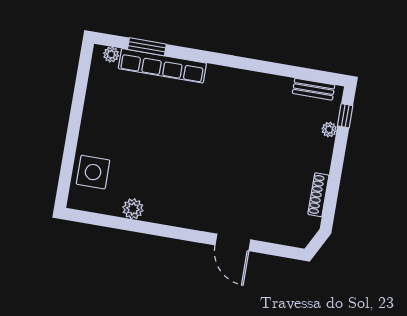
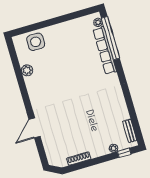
window: (147, 47) -> (110, 38), width x2.11

